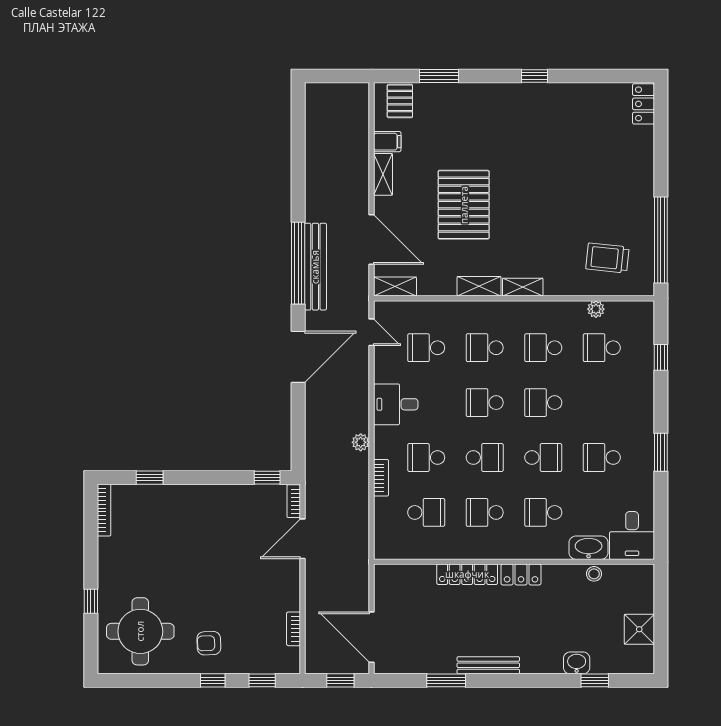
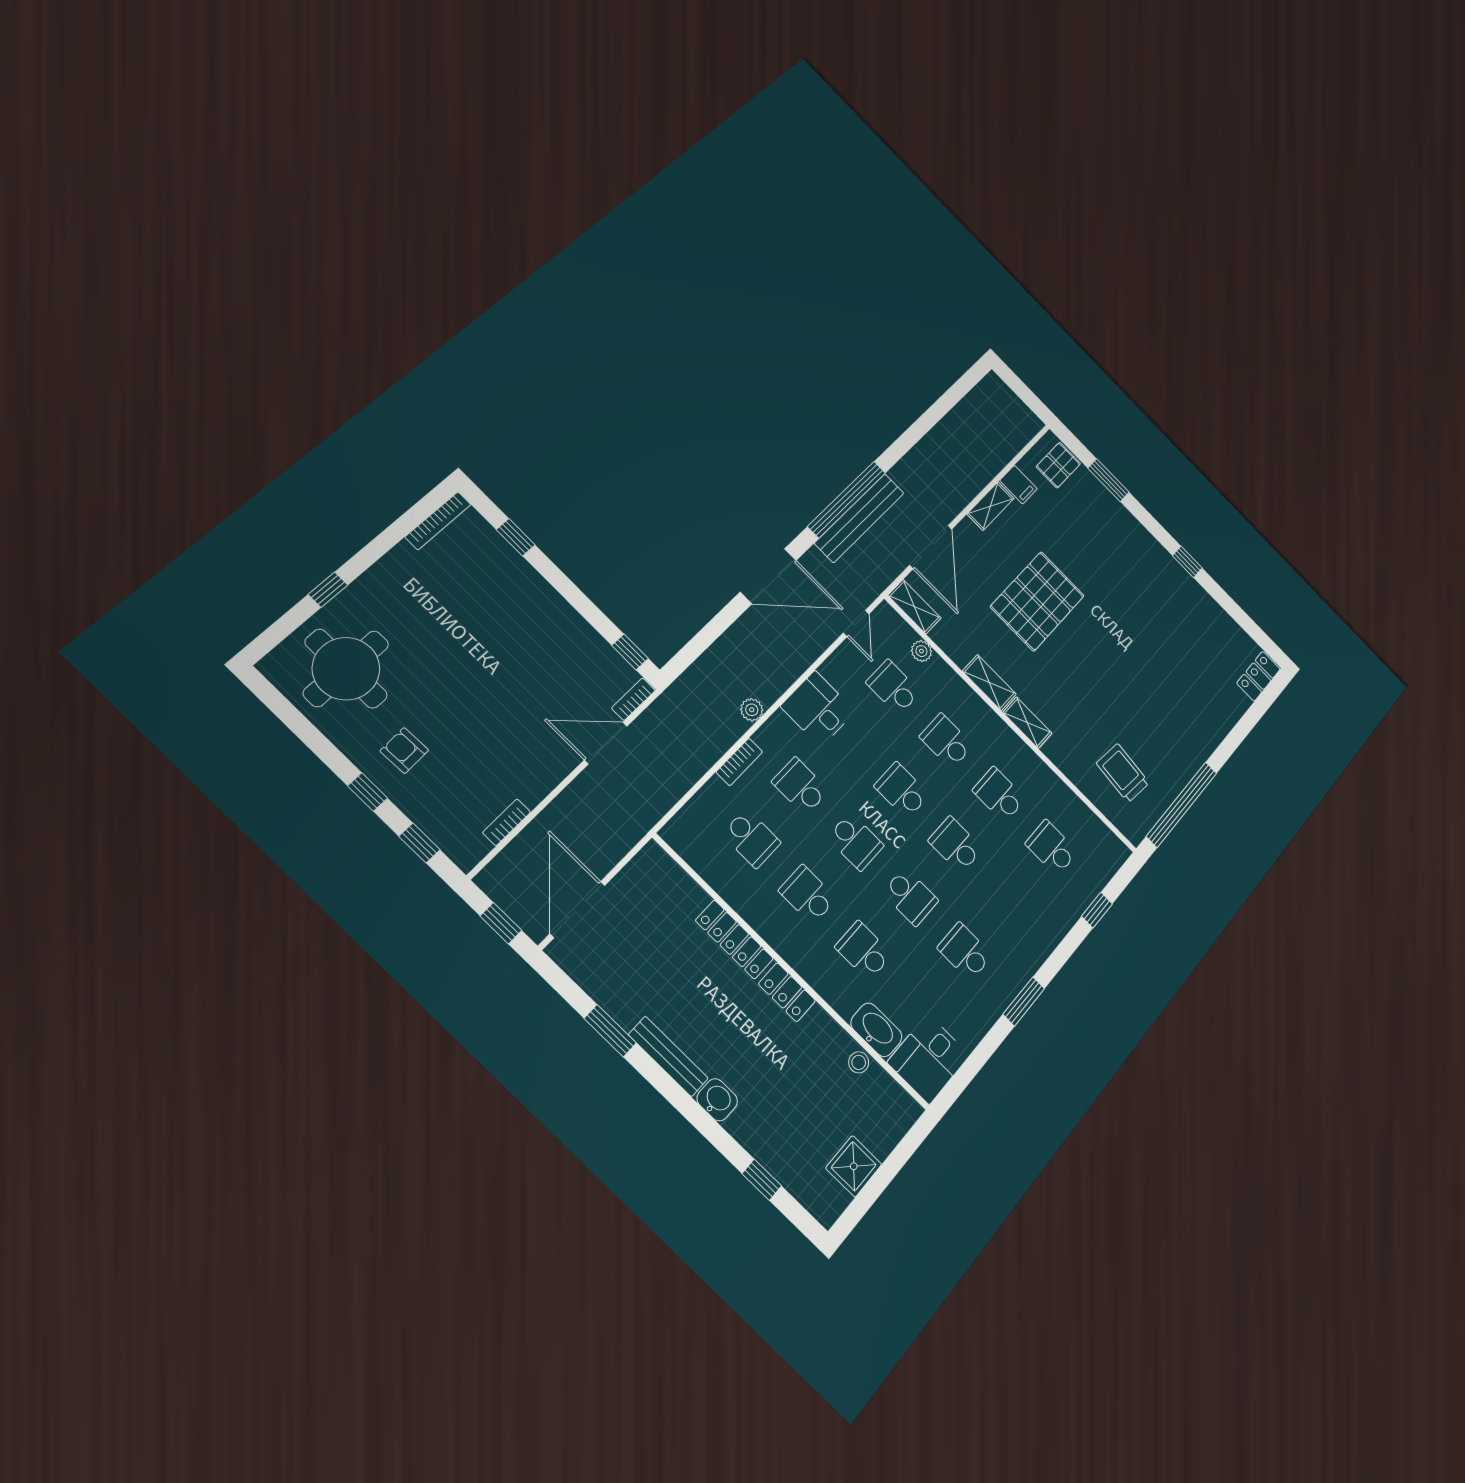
plant: (596, 309) -> (921, 651), moved
washbasin: (577, 663) -> (717, 1100), moved

